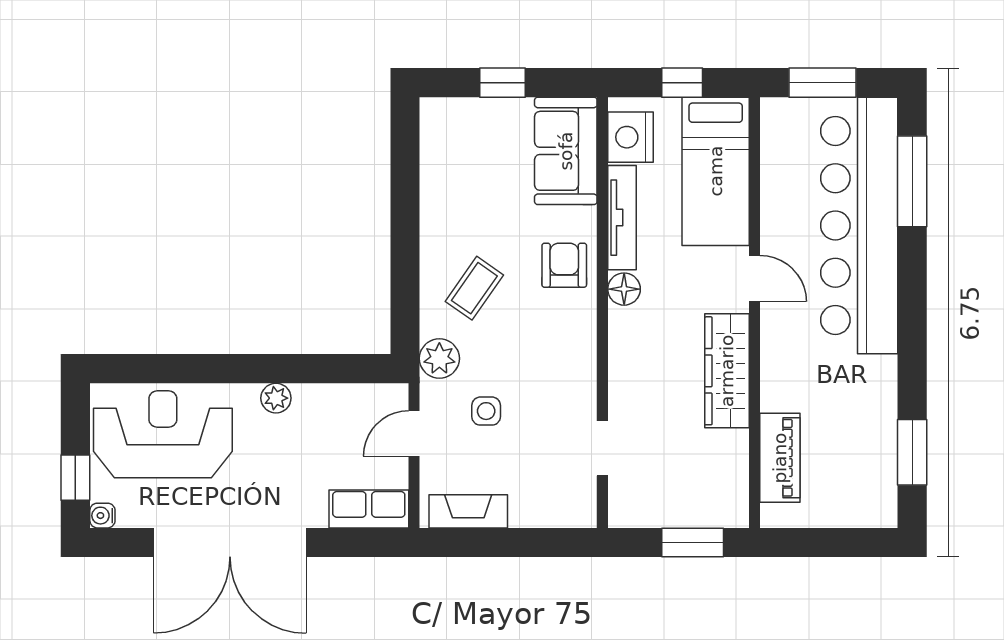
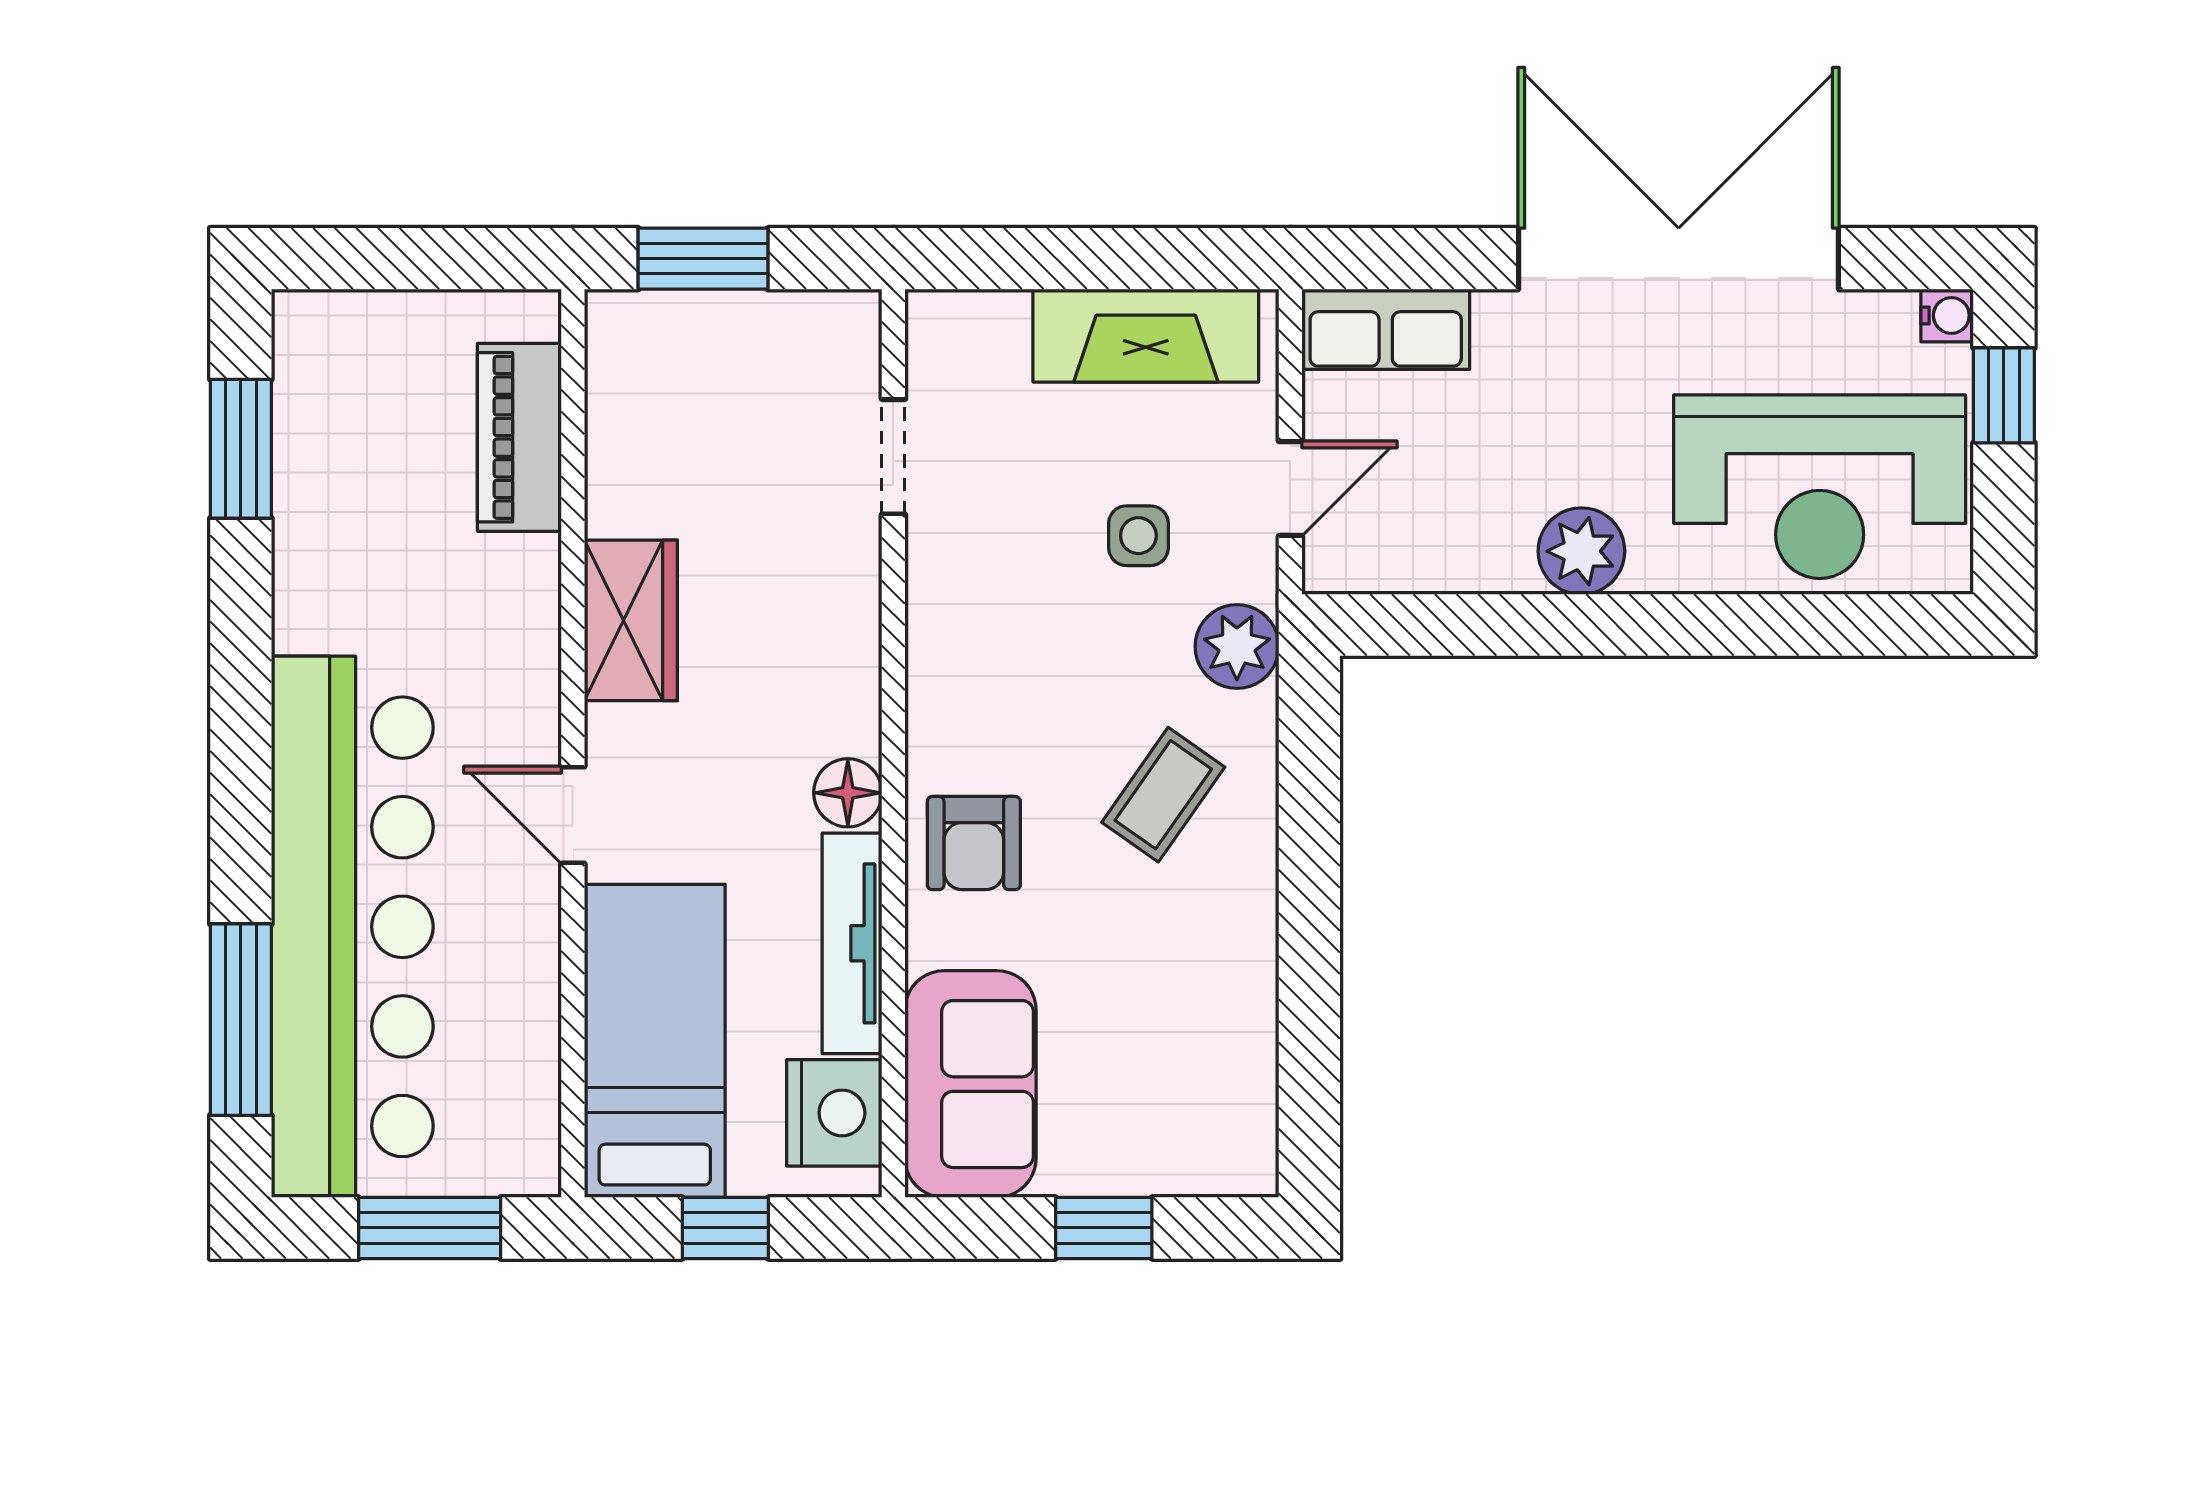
wardrobe: (727, 371) -> (631, 620), width x0.67
plant: (276, 398) -> (1581, 551), width x1.38, depth x1.38
fireplace: (468, 511) -> (1146, 336), width x1.37, depth x1.32

